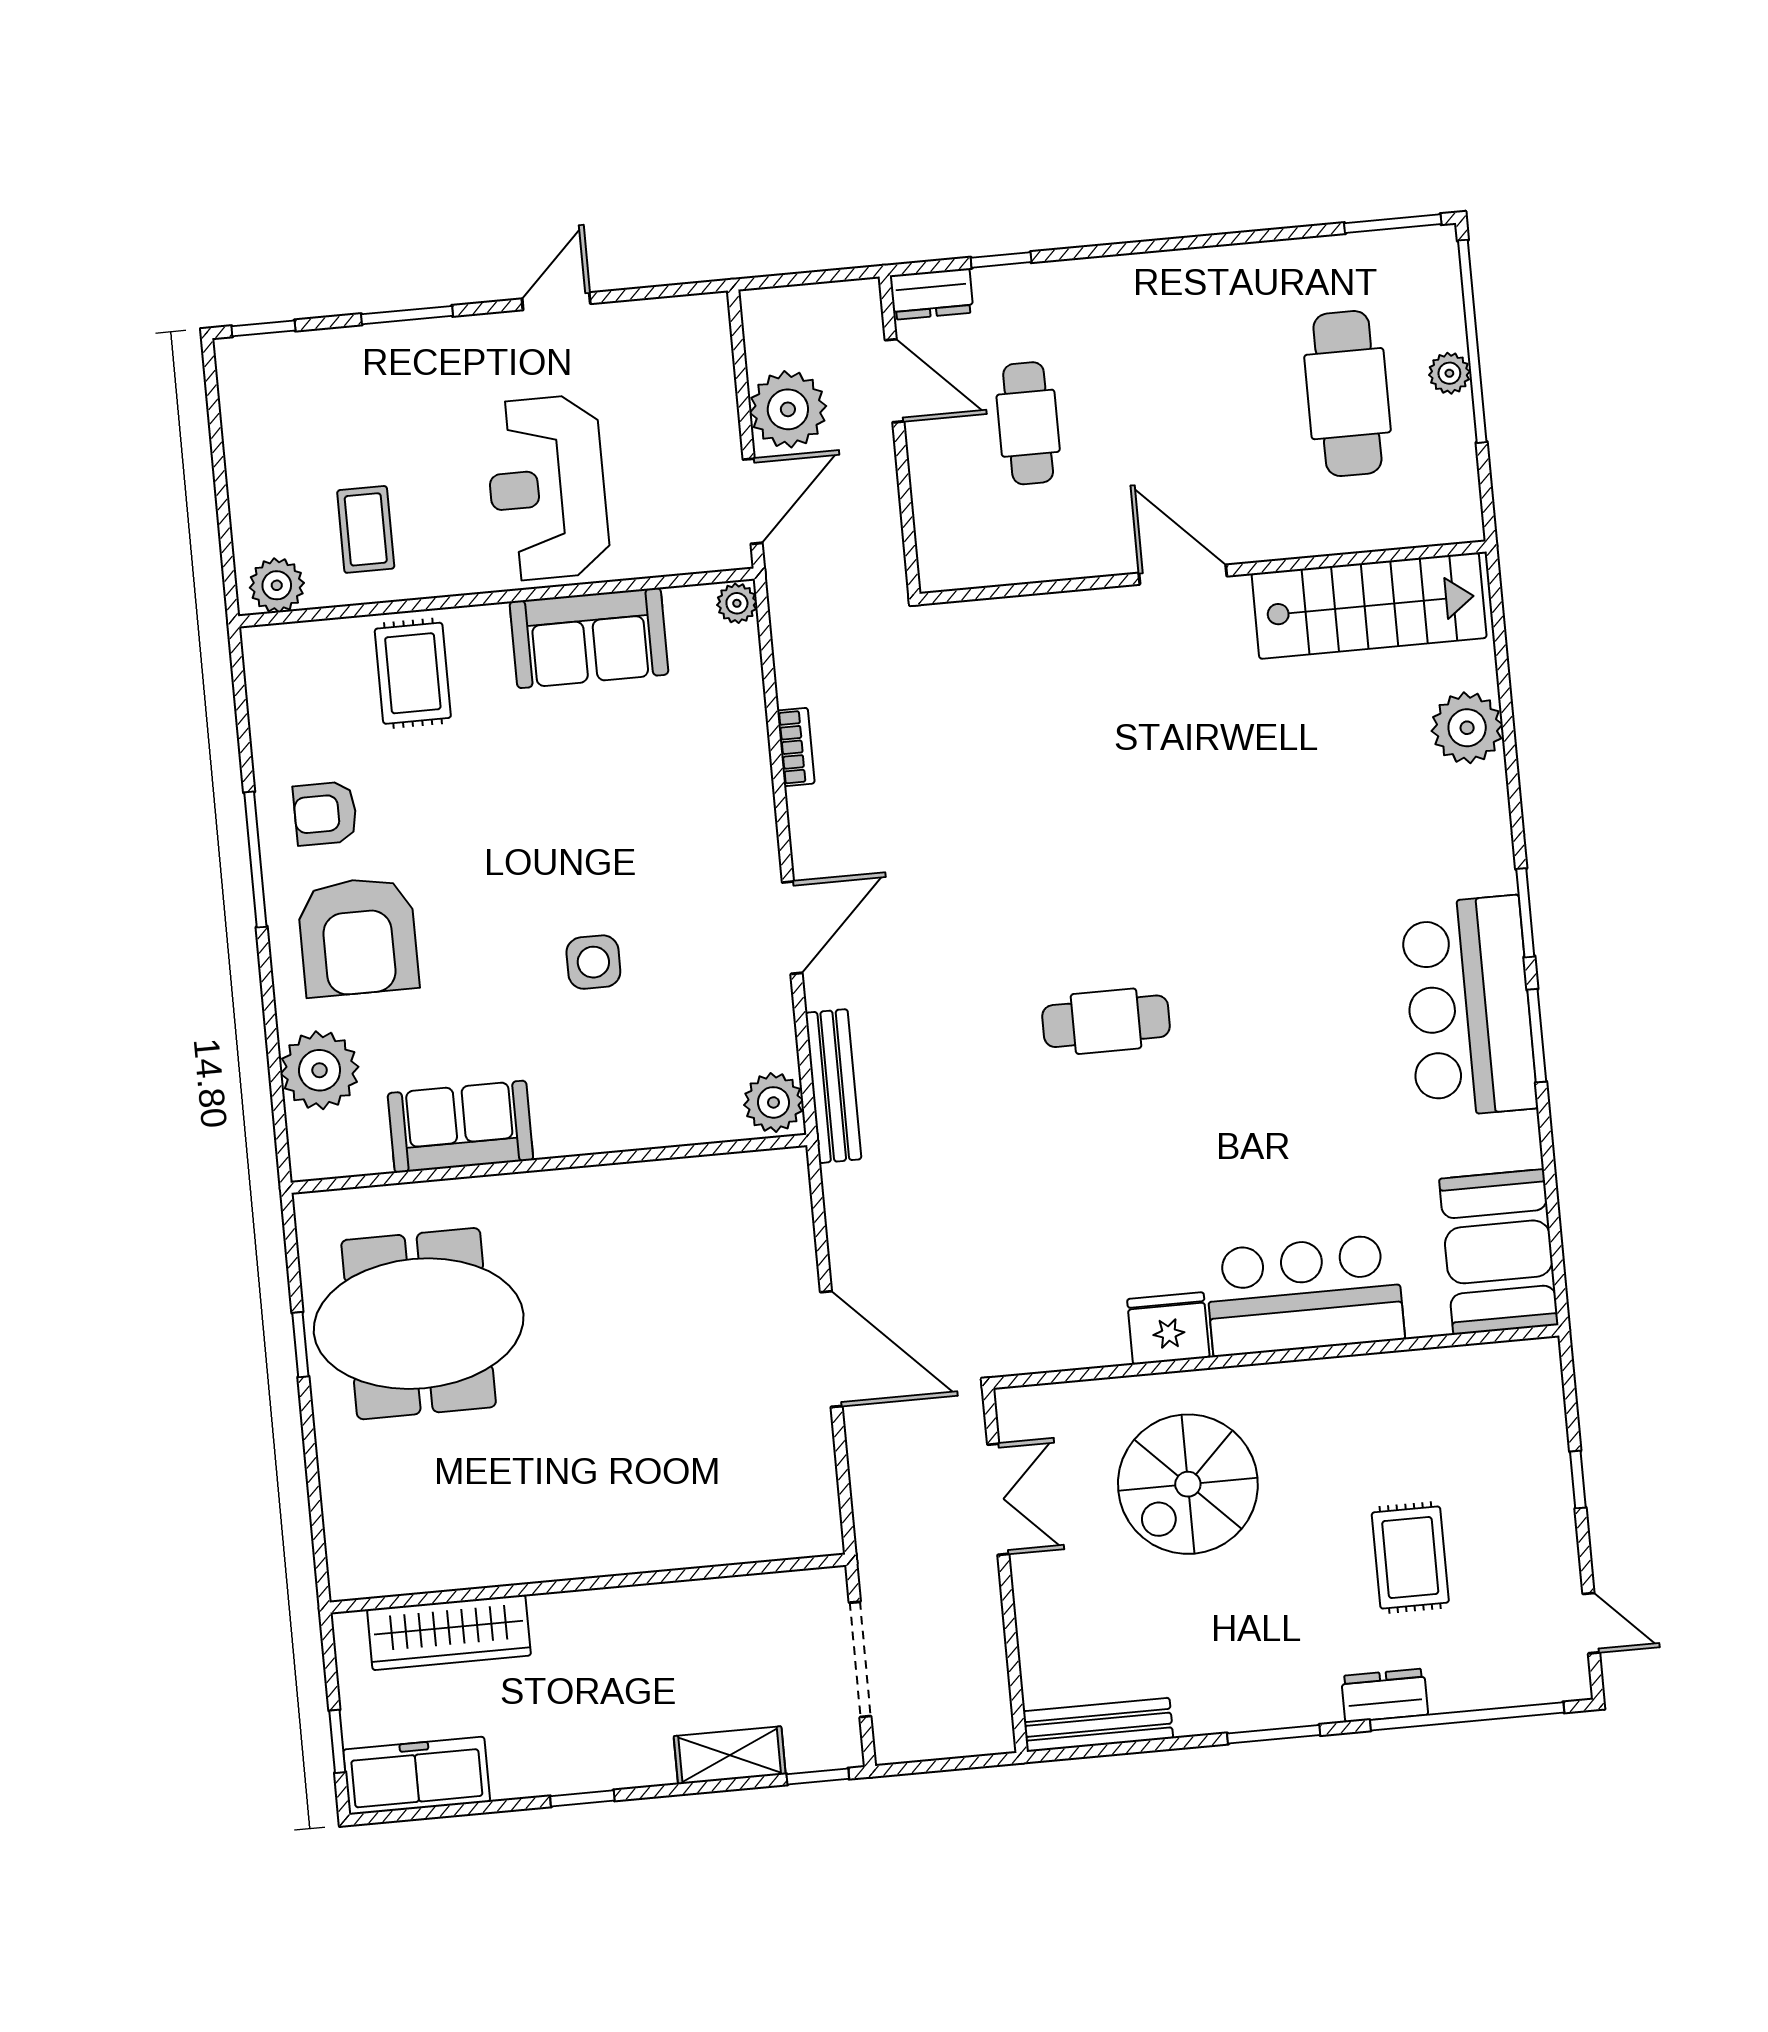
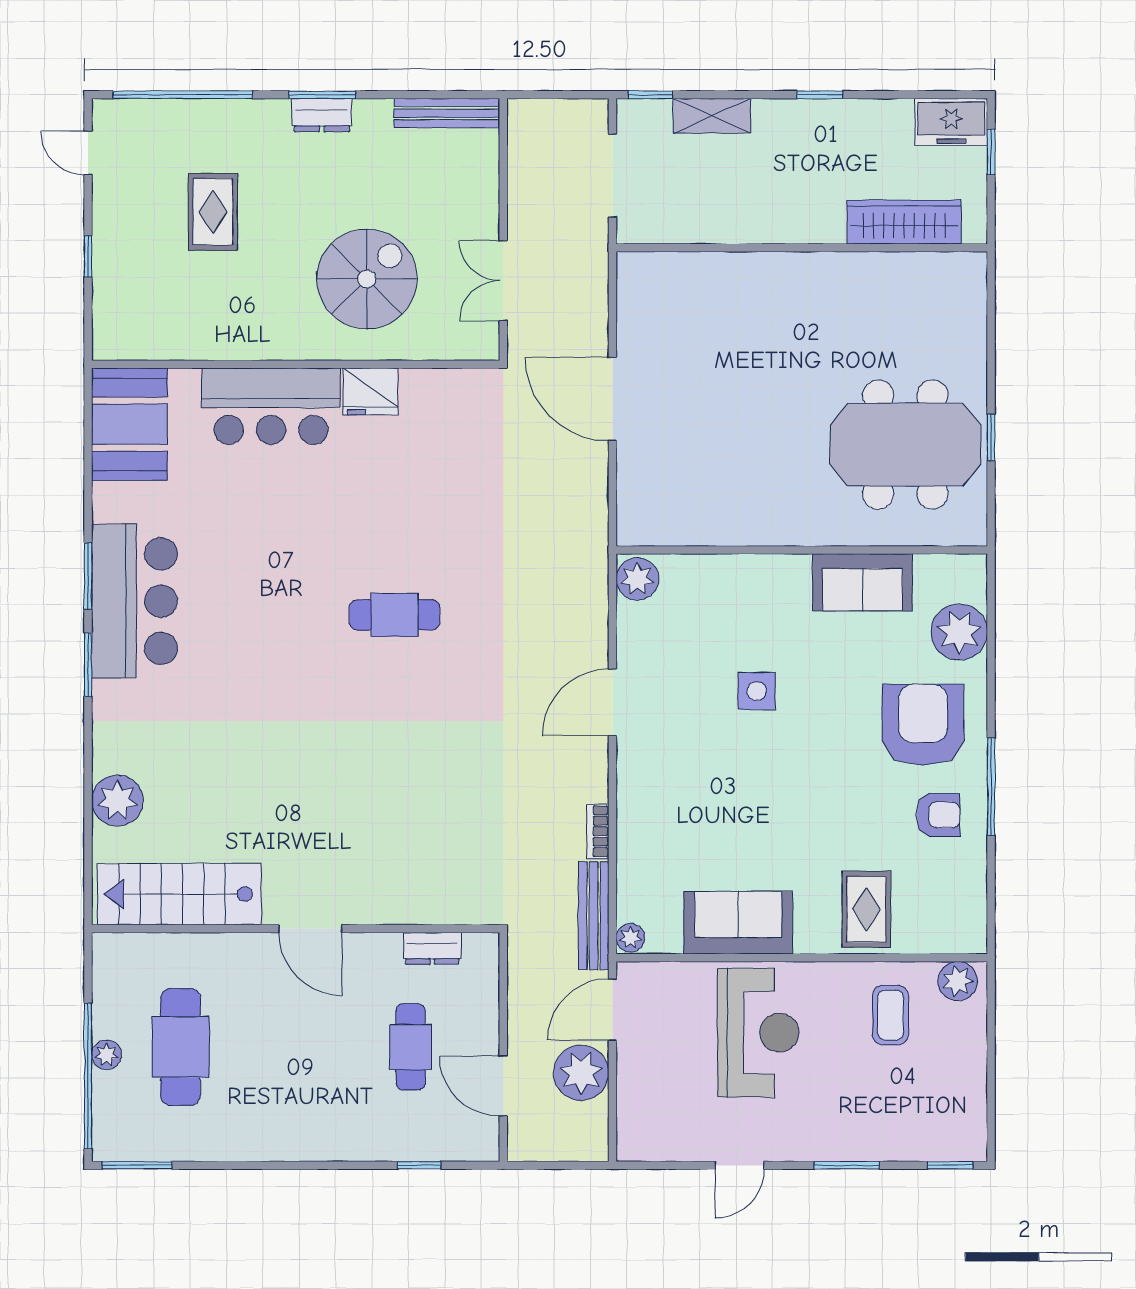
dresser: (932, 294) -> (432, 948), moved, turned 180
bench: (833, 1086) -> (594, 916), moved
dresser: (1385, 1695) -> (322, 115), moved
freezer: (417, 1776) -> (951, 122), width x0.71

